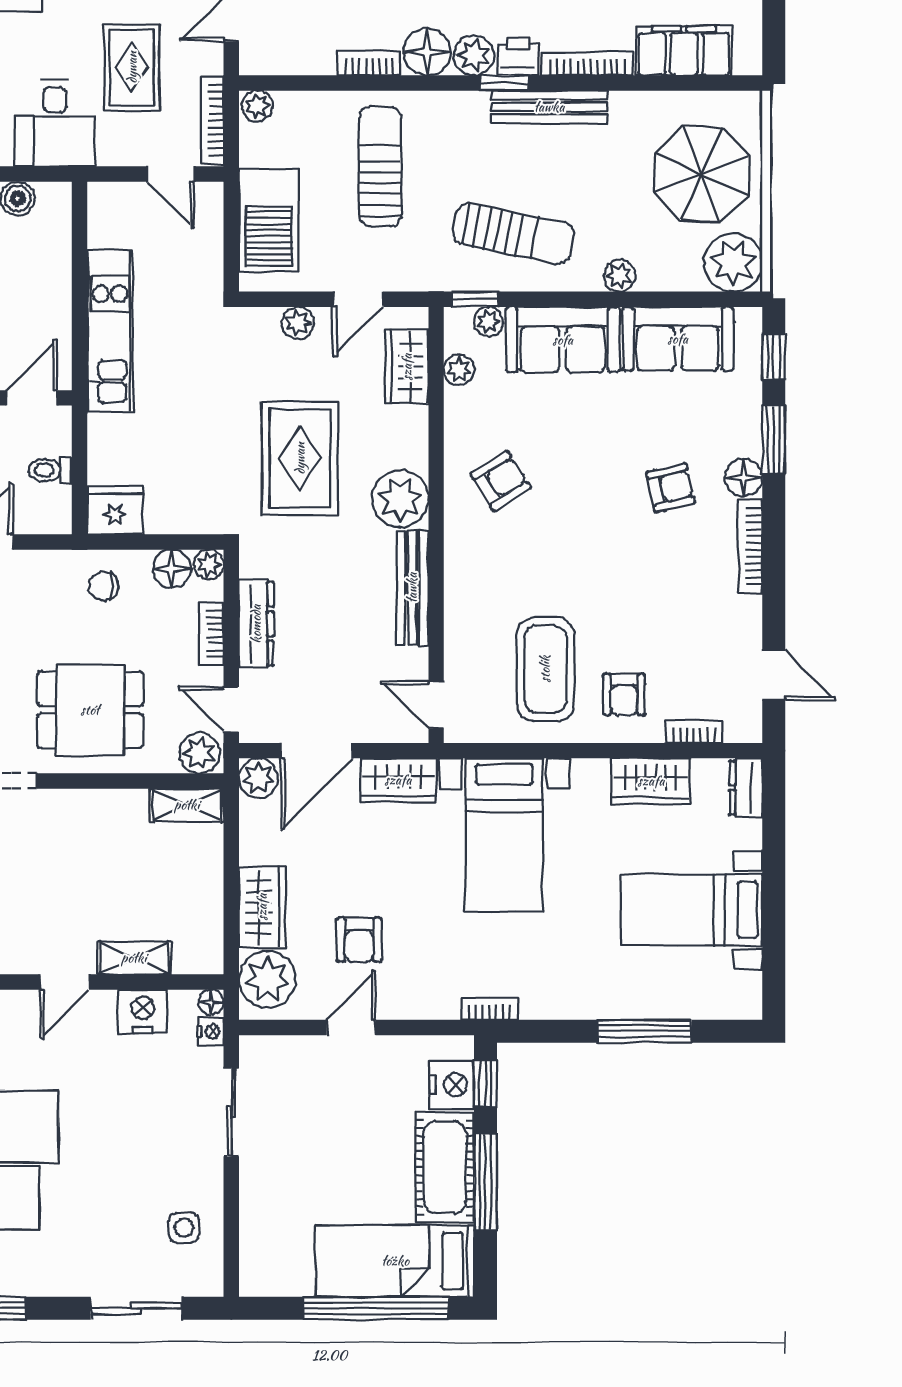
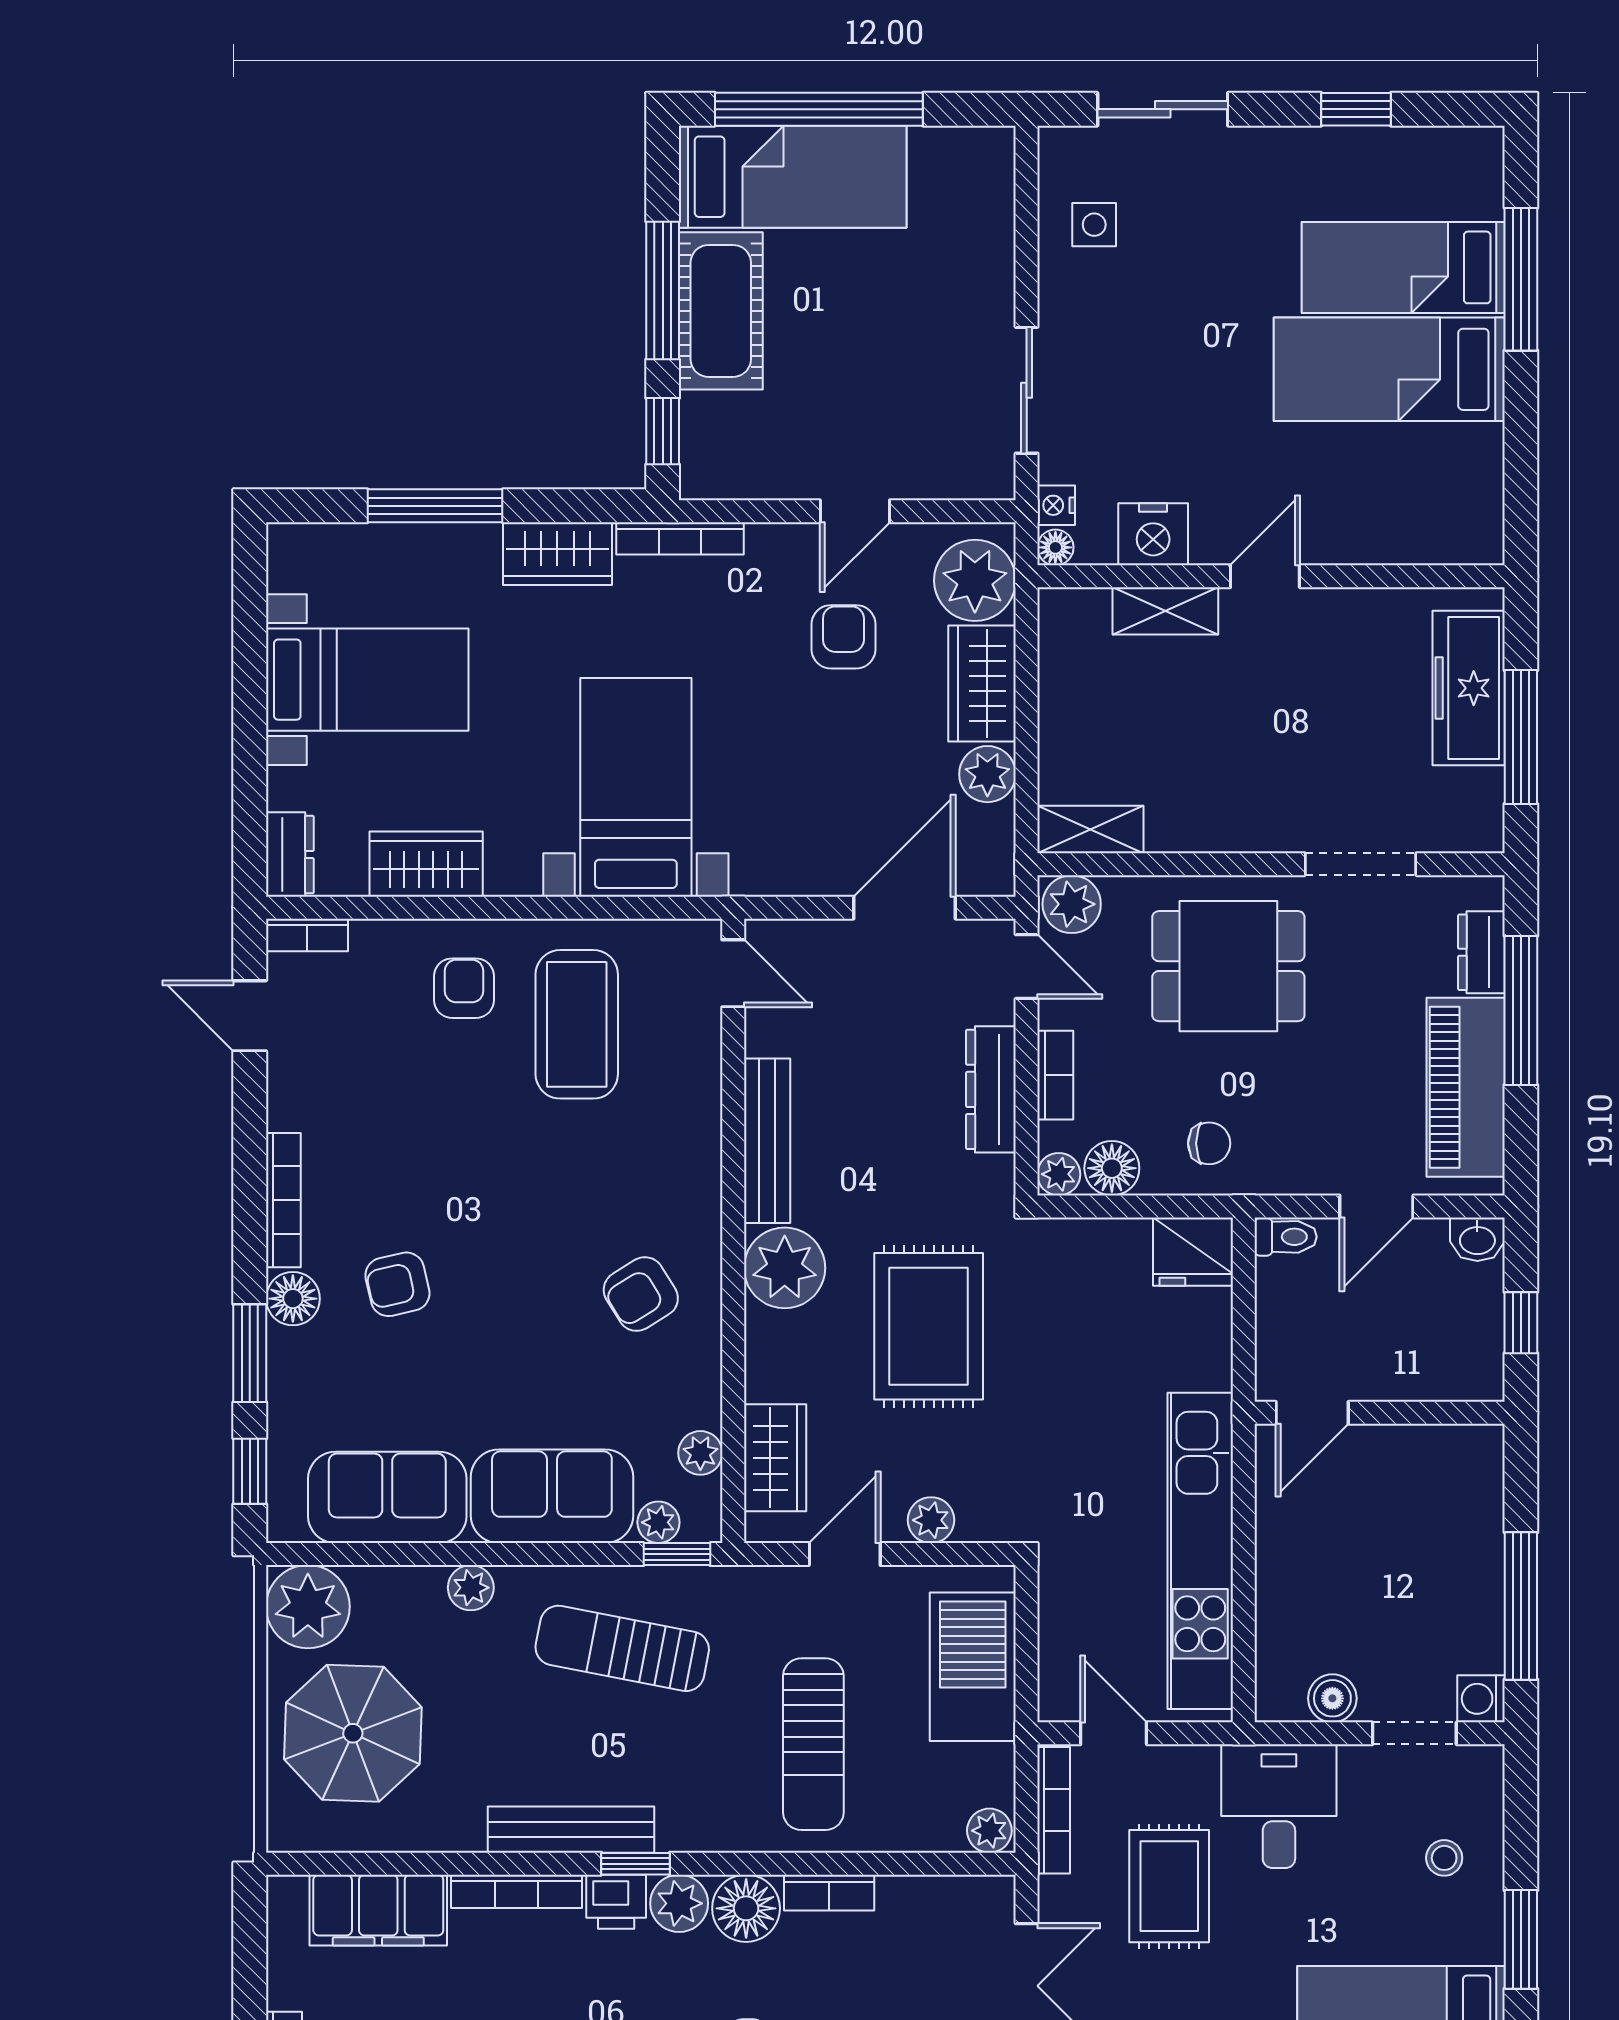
kitchen unit: (110, 331) -> (1200, 1551), width x1.36
toilet: (50, 470) -> (1286, 1237), moved
bookcase: (694, 732) -> (307, 935), moved
plant: (259, 778) -> (987, 774), moved
wardrobe: (398, 780) -> (557, 554), moved, turned 180
bookcase: (489, 1009) -> (680, 538), width x1.56
nightstand: (452, 1085) -> (711, 429), removed

